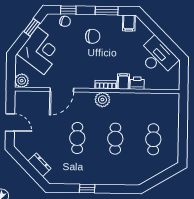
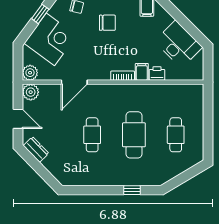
plant: (102, 100) -> (31, 92), moved
cafe table: (115, 139) -> (134, 135), width x1.37, depth x1.35
dresser: (39, 165) -> (36, 149), moved
window: (87, 189) -> (132, 190), moved

